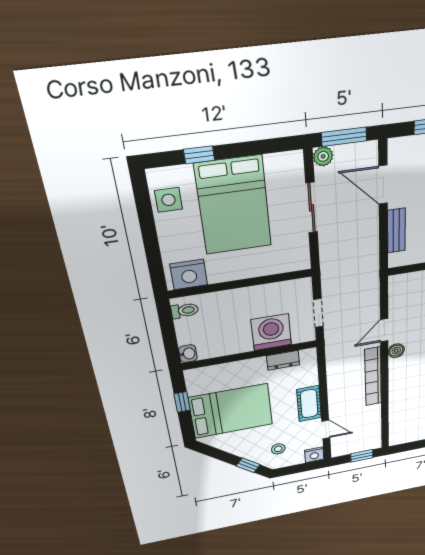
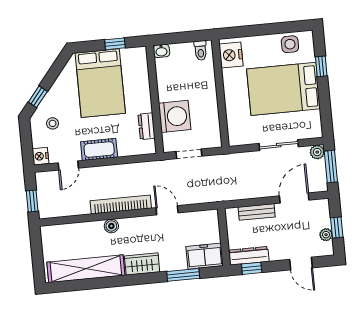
boiler: (396, 351) -> (111, 226), moved

